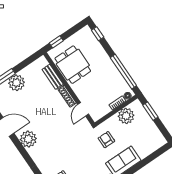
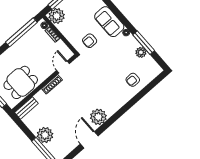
bench: (53, 77) -> (26, 108), moved
door: (83, 109) -> (63, 67), swing flipped
plant: (126, 116) -> (57, 16), moved

